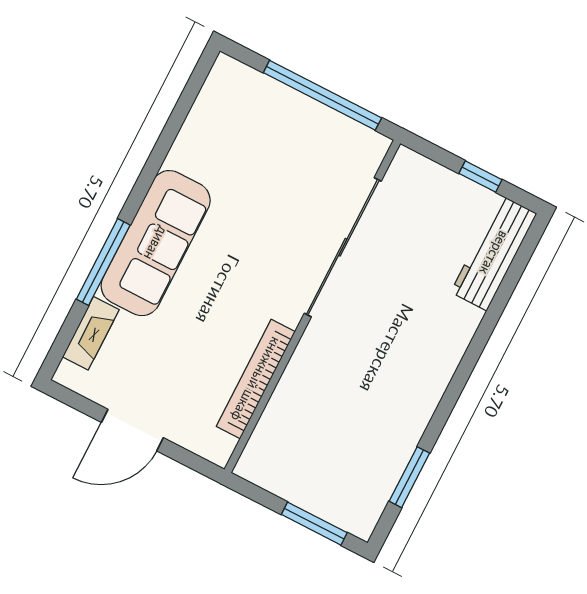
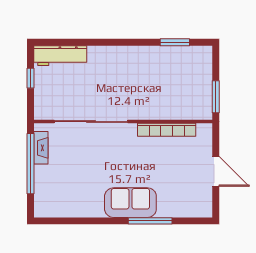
sofa: (156, 243) -> (130, 203), width x0.73
fireplace: (91, 333) -> (41, 148), moved, turned 90
window: (314, 524) -> (216, 97), moved

